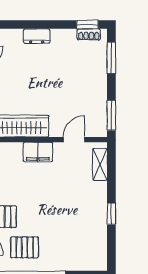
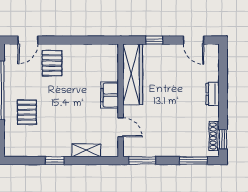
shoe rack: (89, 34) -> (214, 136), width x1.43
shelving: (100, 164) -> (86, 150), moved
pallet: (25, 247) -> (27, 112), moved

